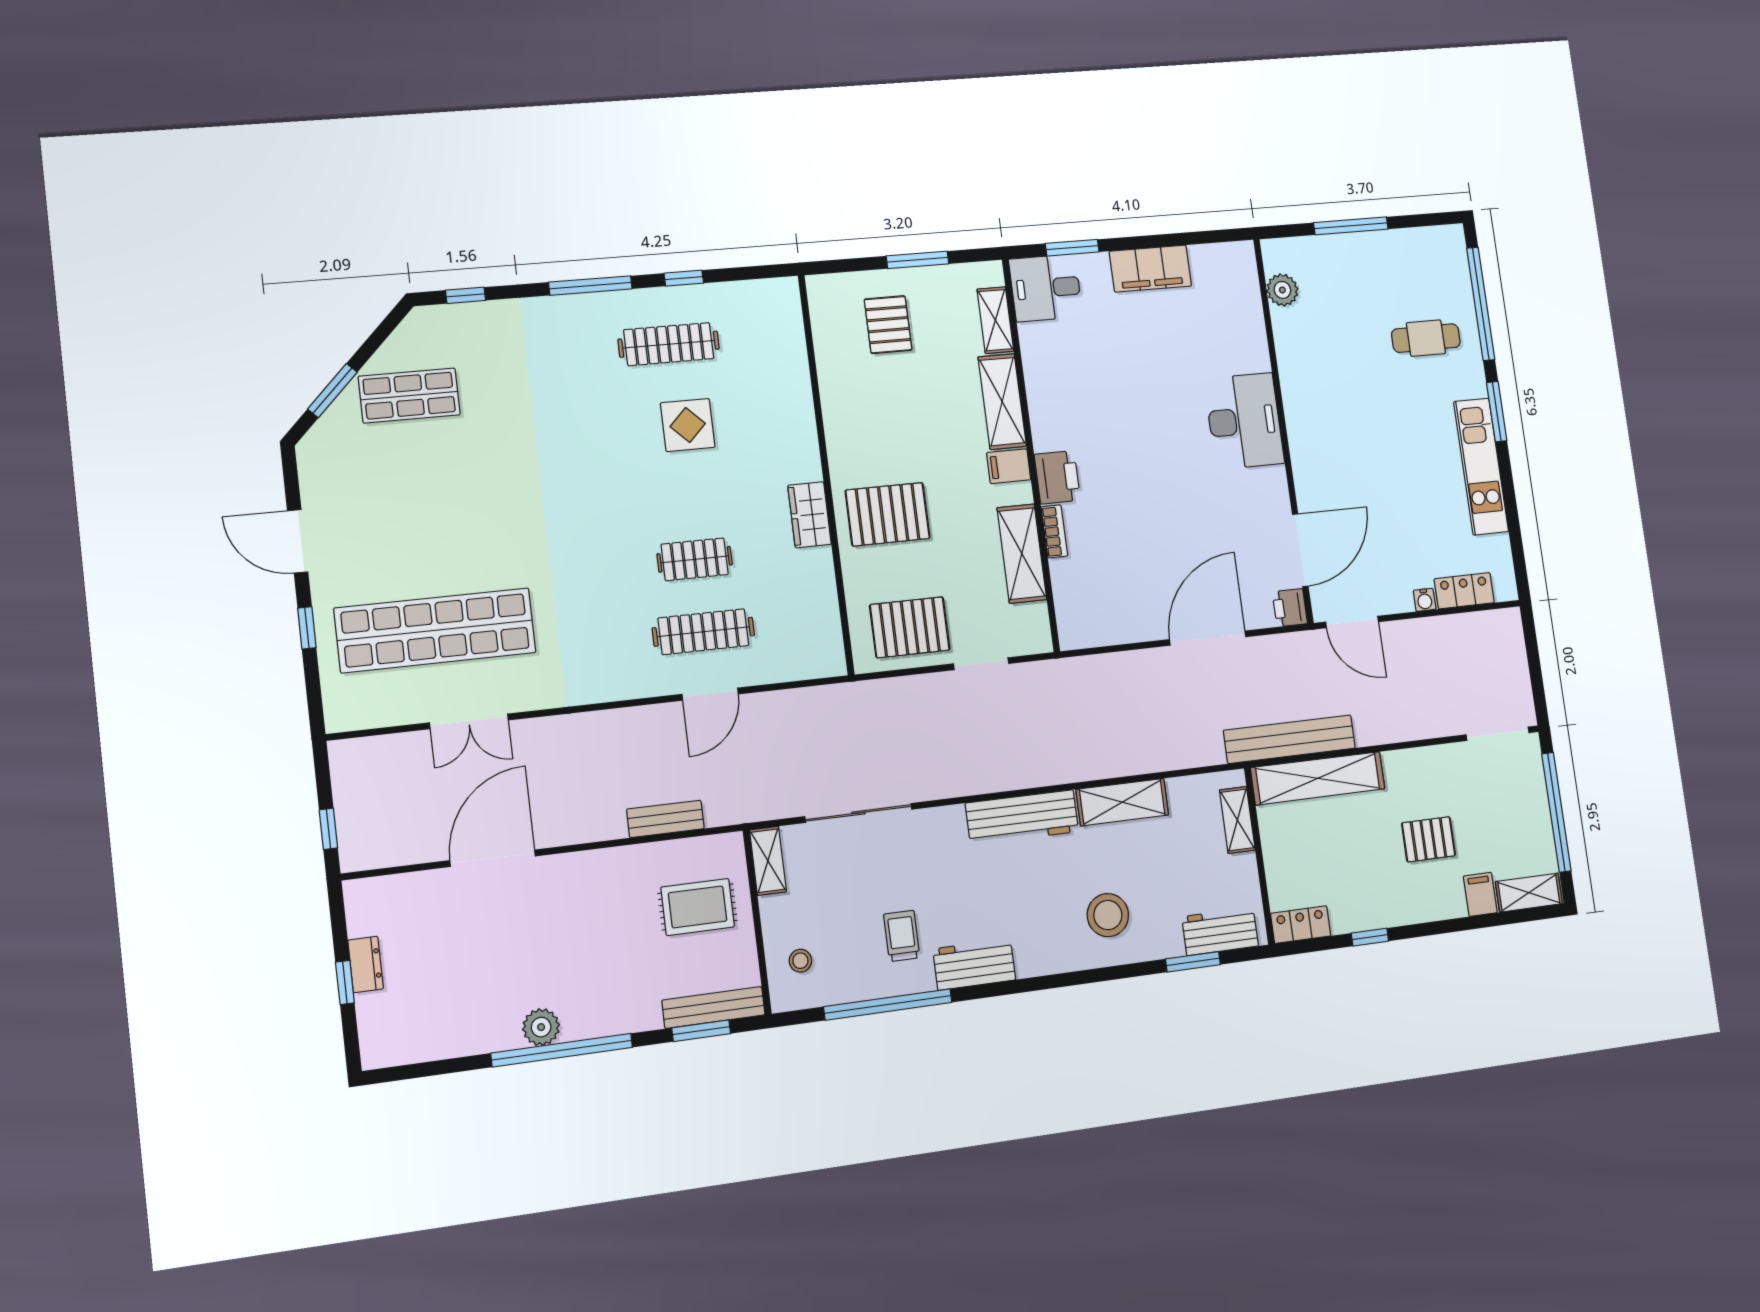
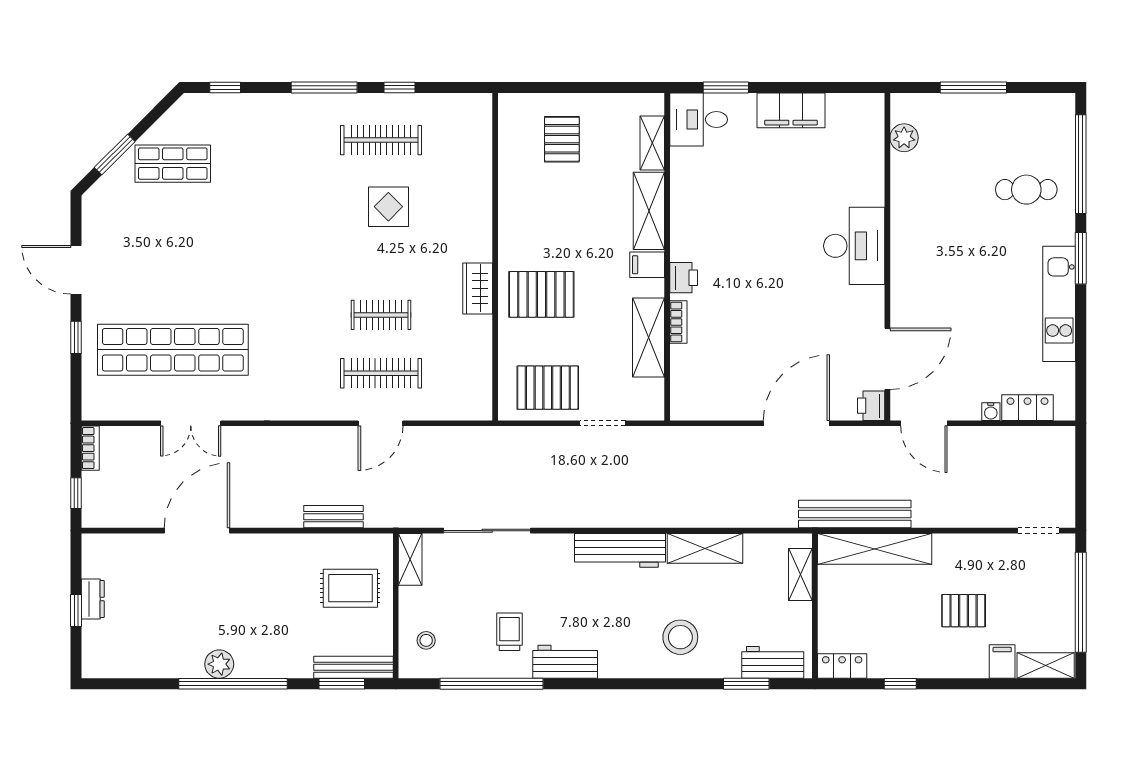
window: (917, 260) -> (593, 87), removed
printer: (1057, 477) -> (684, 278), width x0.73, depth x0.81
doorway: (1498, 734) -> (1039, 531), width x0.73
bookcase: (341, 768) -> (90, 448), added

